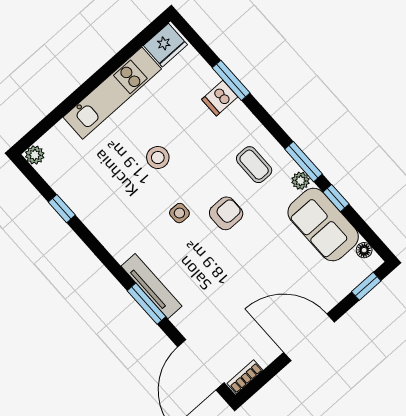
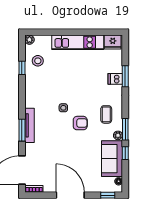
stool: (158, 158) -> (38, 61), moved

